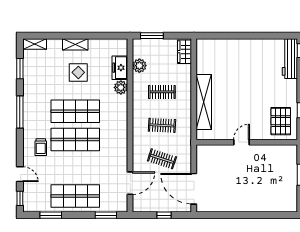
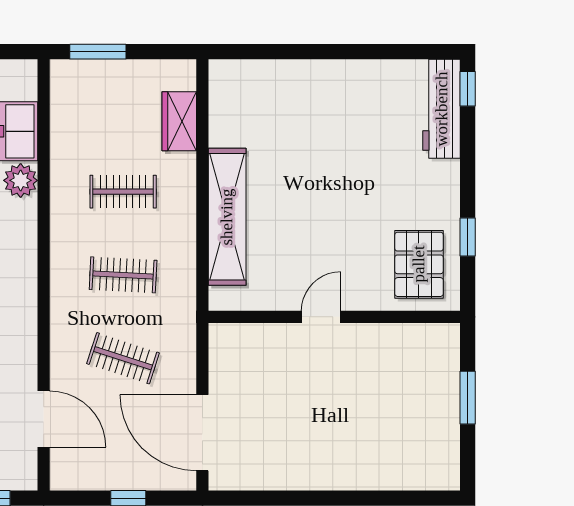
wardrobe: (185, 52) -> (179, 121), moved
plant: (139, 66) -> (67, 126), removed
door: (130, 183) -> (44, 419), hinge flipped

